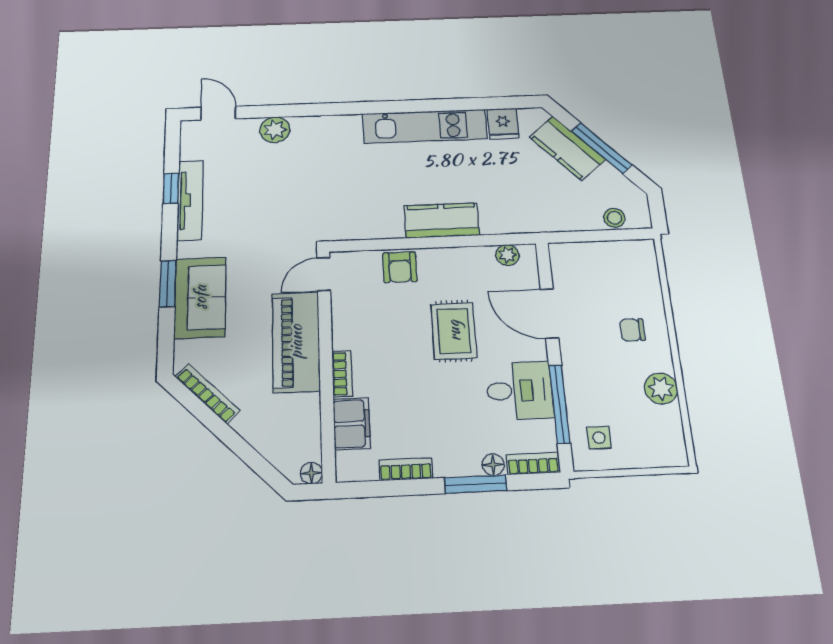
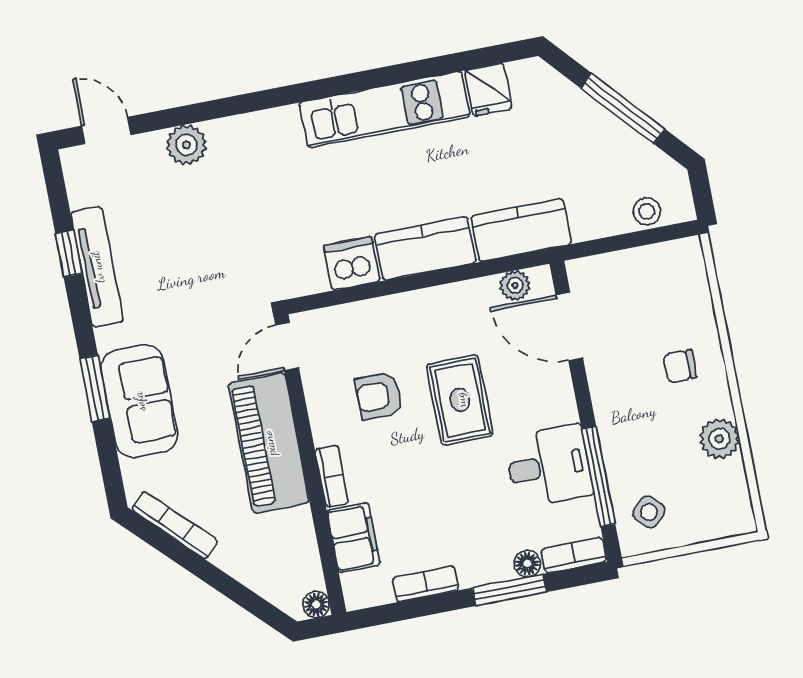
kitchen counter: (567, 148) -> (521, 230), moved, turned 132
dishwasher: (384, 223) -> (352, 263), added
armchair: (400, 267) -> (379, 396), moved, turned 90
door: (549, 313) -> (569, 326), moved
side table: (599, 438) -> (649, 512), turned 45

